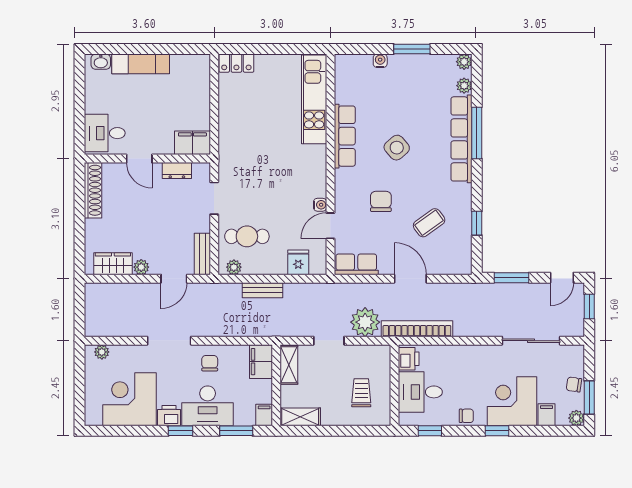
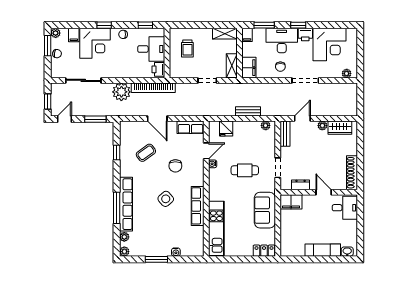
sofa: (235, 129) -> (265, 210), added
cafe table: (247, 236) -> (245, 170), moved
plant: (365, 322) -> (121, 92), moved

